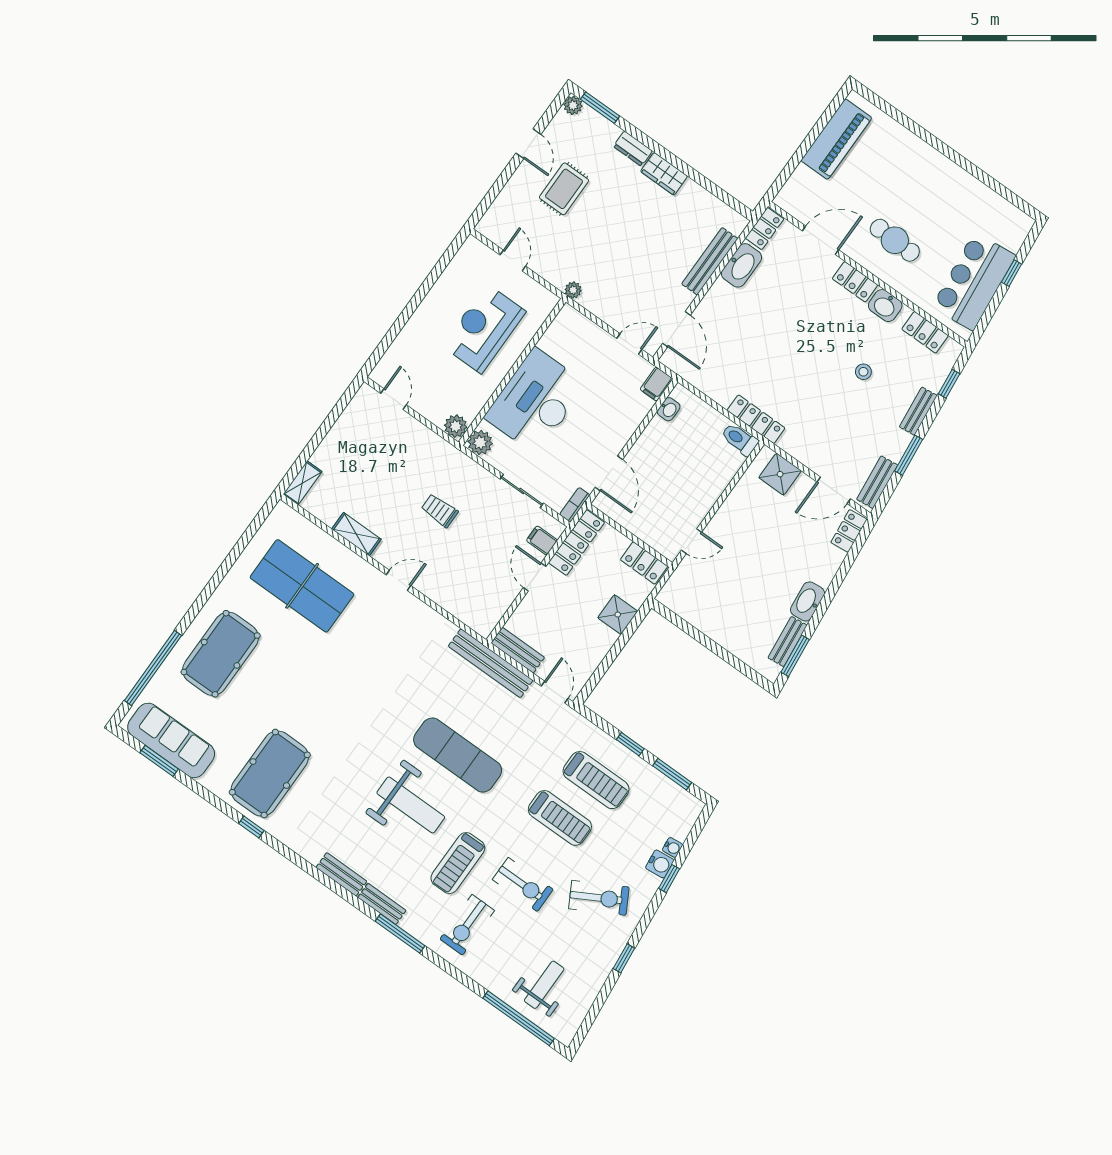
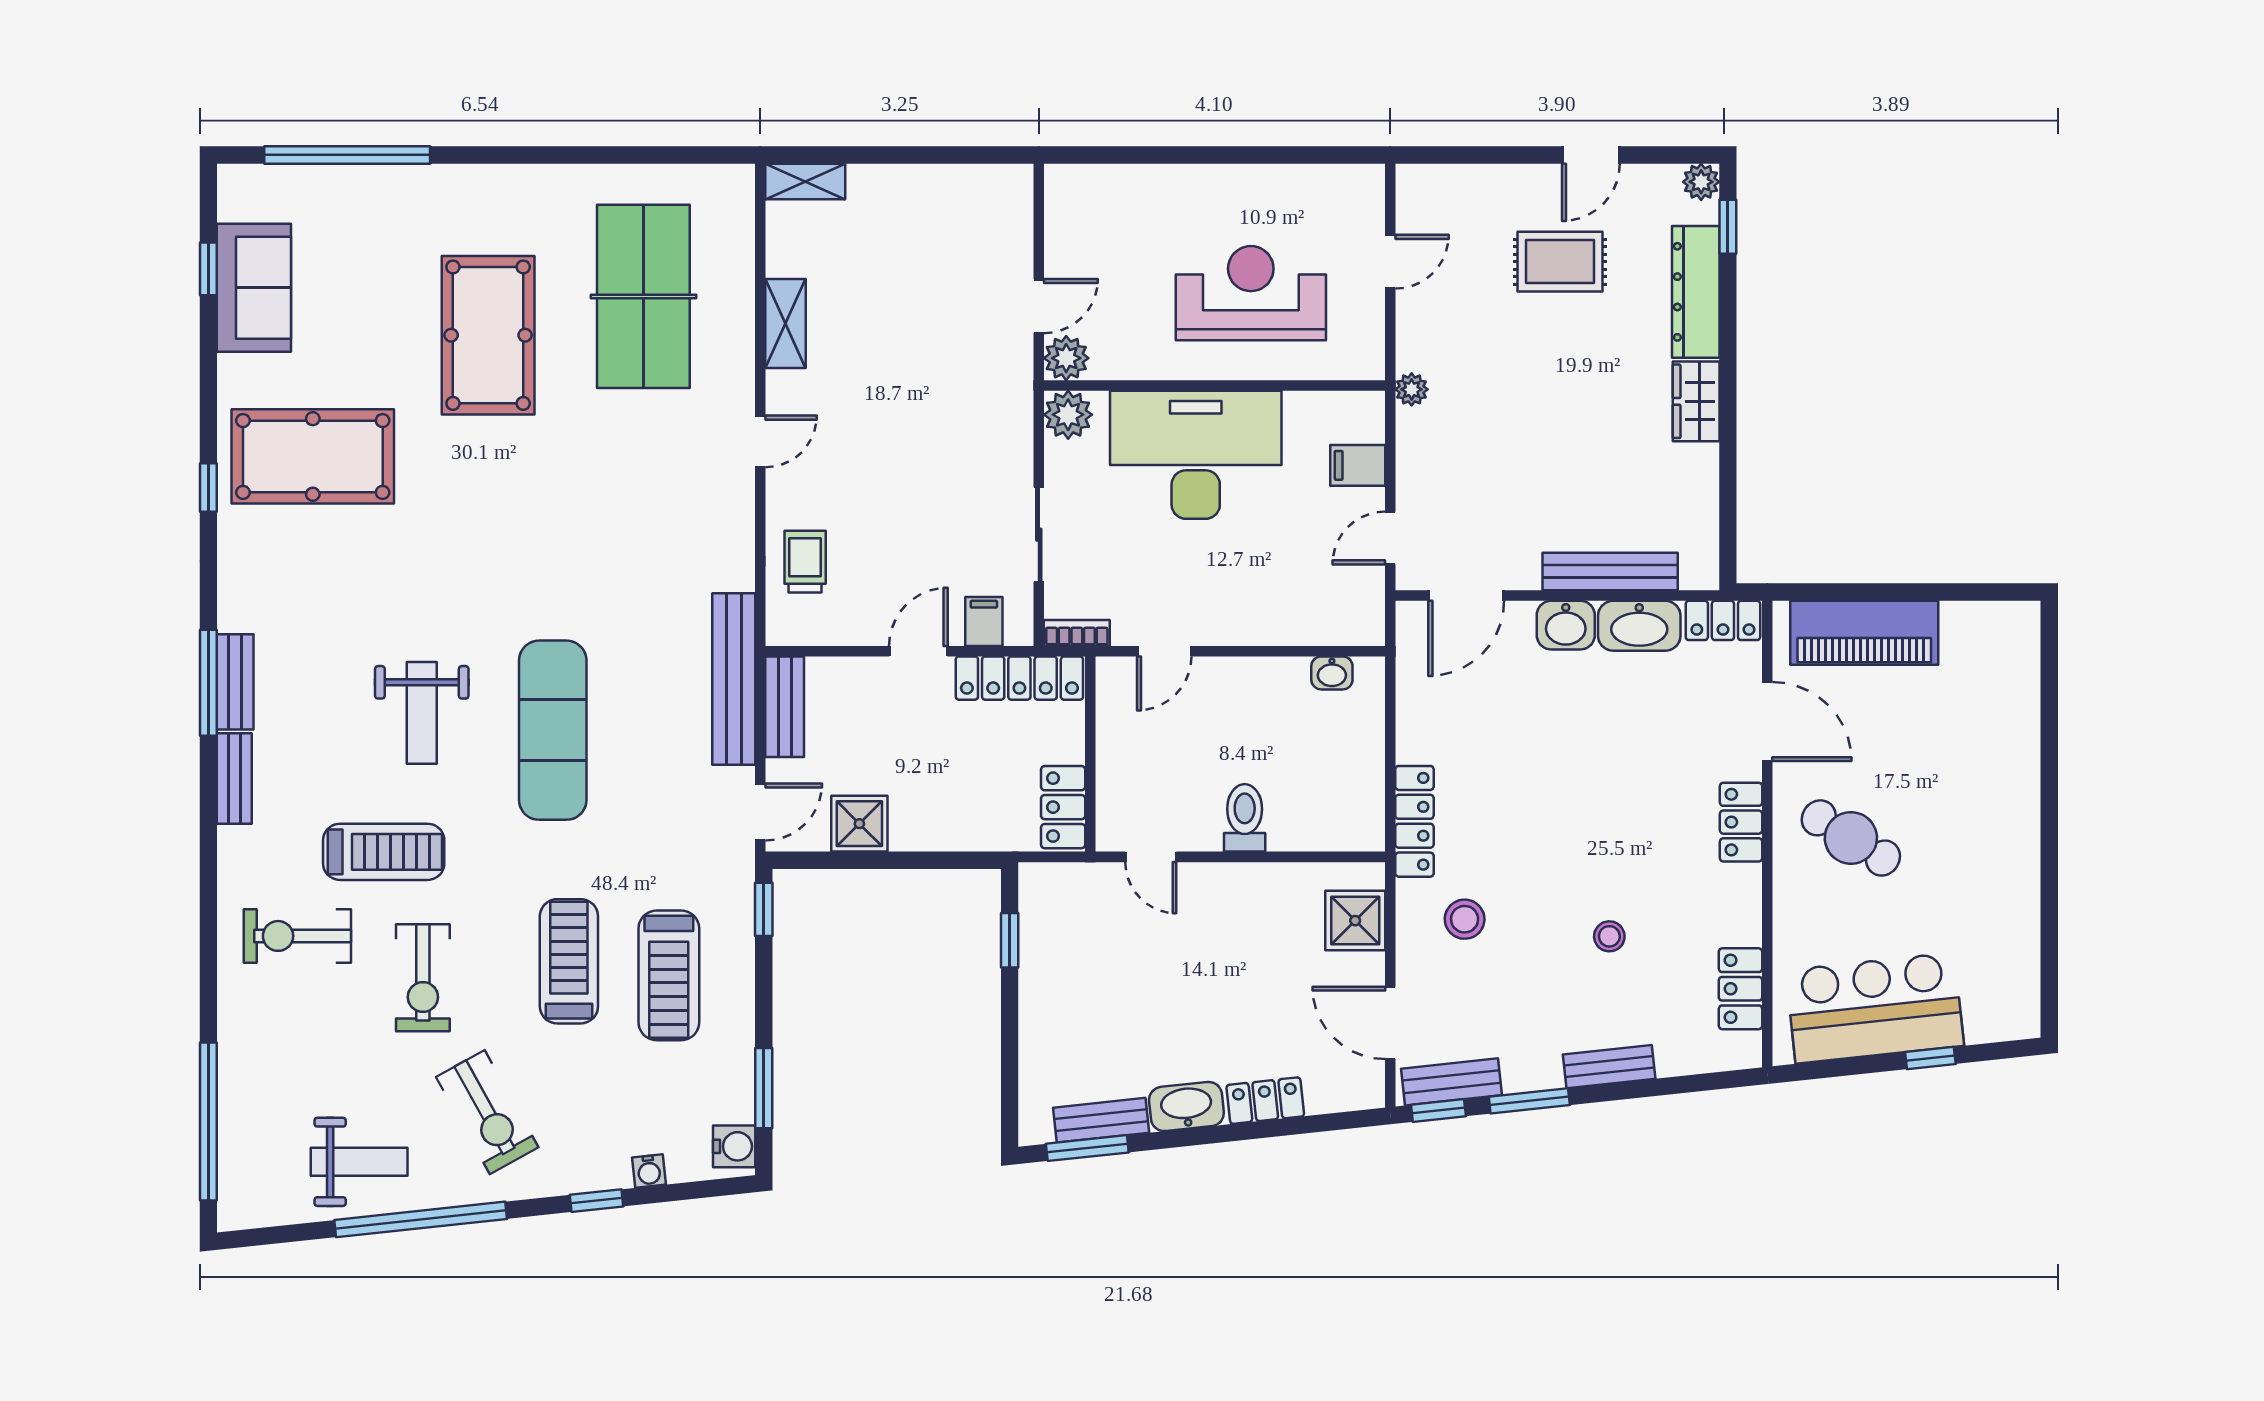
window: (600, 108) -> (1728, 227), width x0.67
piano: (836, 139) -> (1864, 633), moved
dresser: (633, 149) -> (1696, 292), width x1.96, depth x1.24
cafe table: (895, 240) -> (1851, 838), turned -60
washbasin: (885, 306) -> (1566, 625), moved, turned -90
door: (629, 344) -> (1390, 538), swing flipped
filing cabinet: (656, 384) -> (1358, 465), moved
window: (949, 384) -> (1438, 1111), moved
door: (394, 399) -> (1039, 306), moved
stool: (812, 428) -> (1465, 919), added
toilet: (740, 439) -> (1245, 818), moved
door: (609, 473) -> (1164, 651), width x0.73
trolley: (440, 511) -> (805, 562), moved
locker: (849, 531) -> (1265, 1101), moved
door: (398, 580) -> (760, 441), hinge flipped
shower: (618, 615) -> (859, 824), moved
window: (684, 626) -> (1010, 940), added
pool table: (221, 654) -> (488, 335), moved, turned 90
sofa: (171, 740) -> (254, 288), width x0.73
window: (630, 744) -> (764, 909), moved
window: (159, 761) -> (208, 269), width x0.67
weight bench: (411, 805) -> (422, 713), width x0.73, depth x0.75
treadmill: (560, 818) -> (569, 961), turned 180
treadmill: (458, 863) -> (384, 852), turned 180
water cooler: (660, 864) -> (734, 1146), moved, turned -84
window: (400, 933) -> (208, 683), moved
window: (624, 958) -> (421, 1219), width x3.17
weight bench: (544, 985) -> (359, 1162), moved

